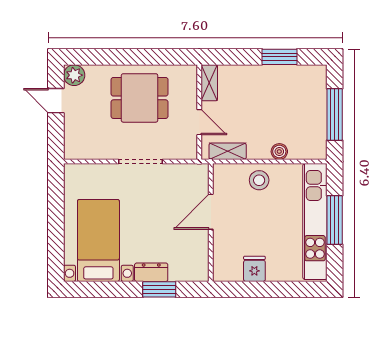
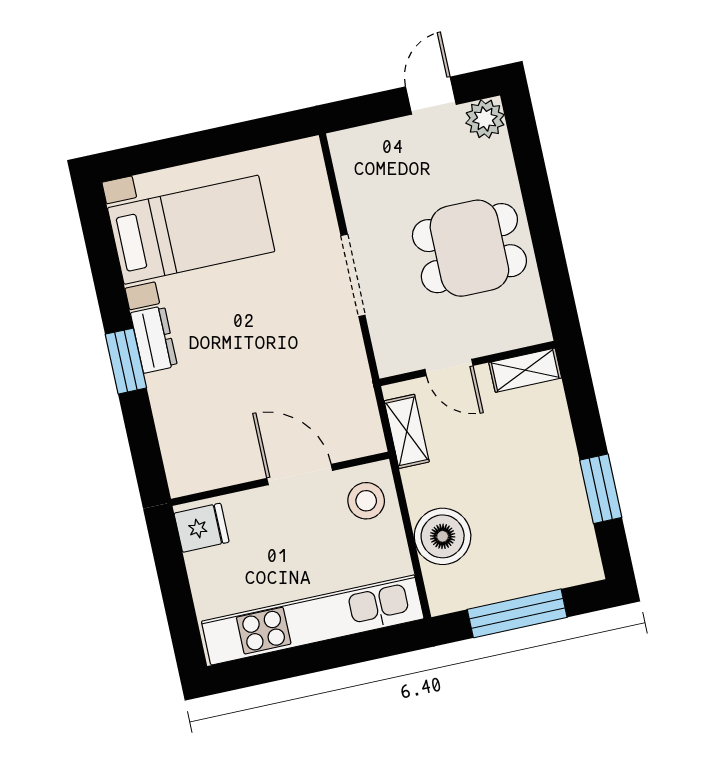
dining table: (140, 98) -> (469, 248), turned 90
door: (199, 122) -> (449, 367), hinge flipped
boiler: (279, 152) -> (443, 536), width x1.86, depth x1.86
door: (211, 212) -> (300, 474), moved
window: (335, 220) -> (323, 656), removed
wall: (211, 222) -> (280, 479), moved

